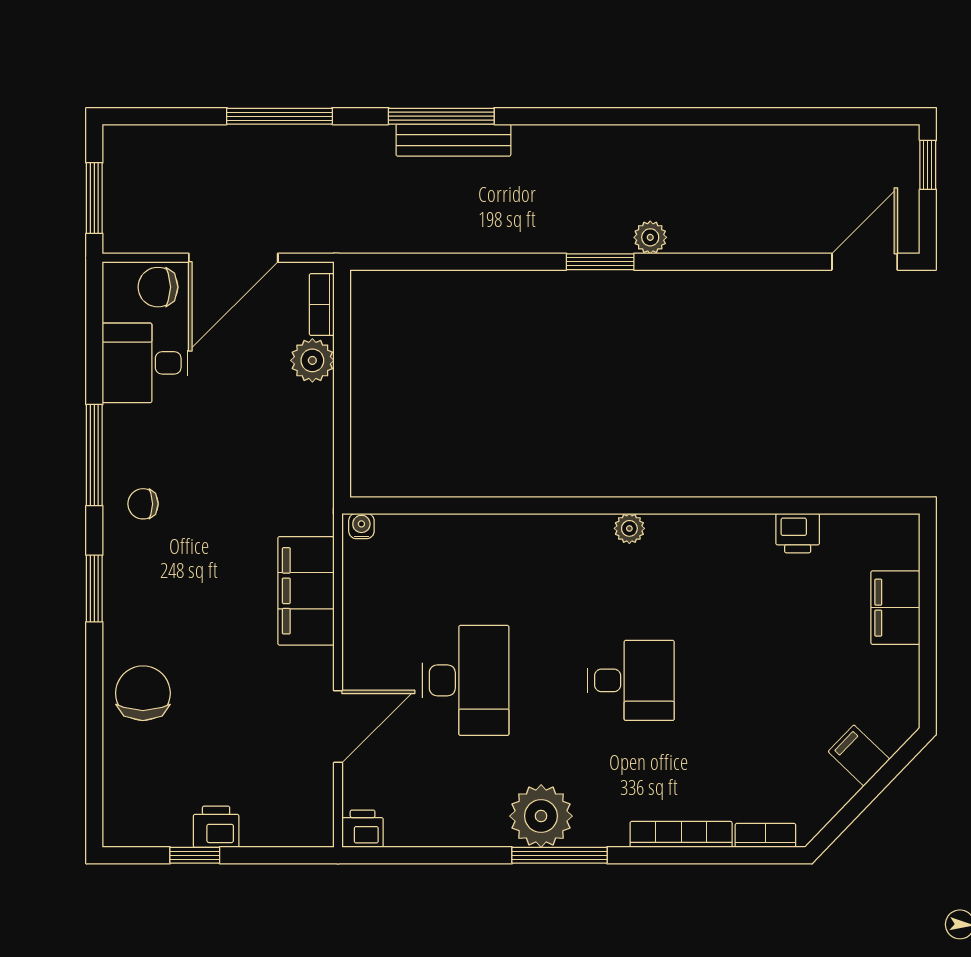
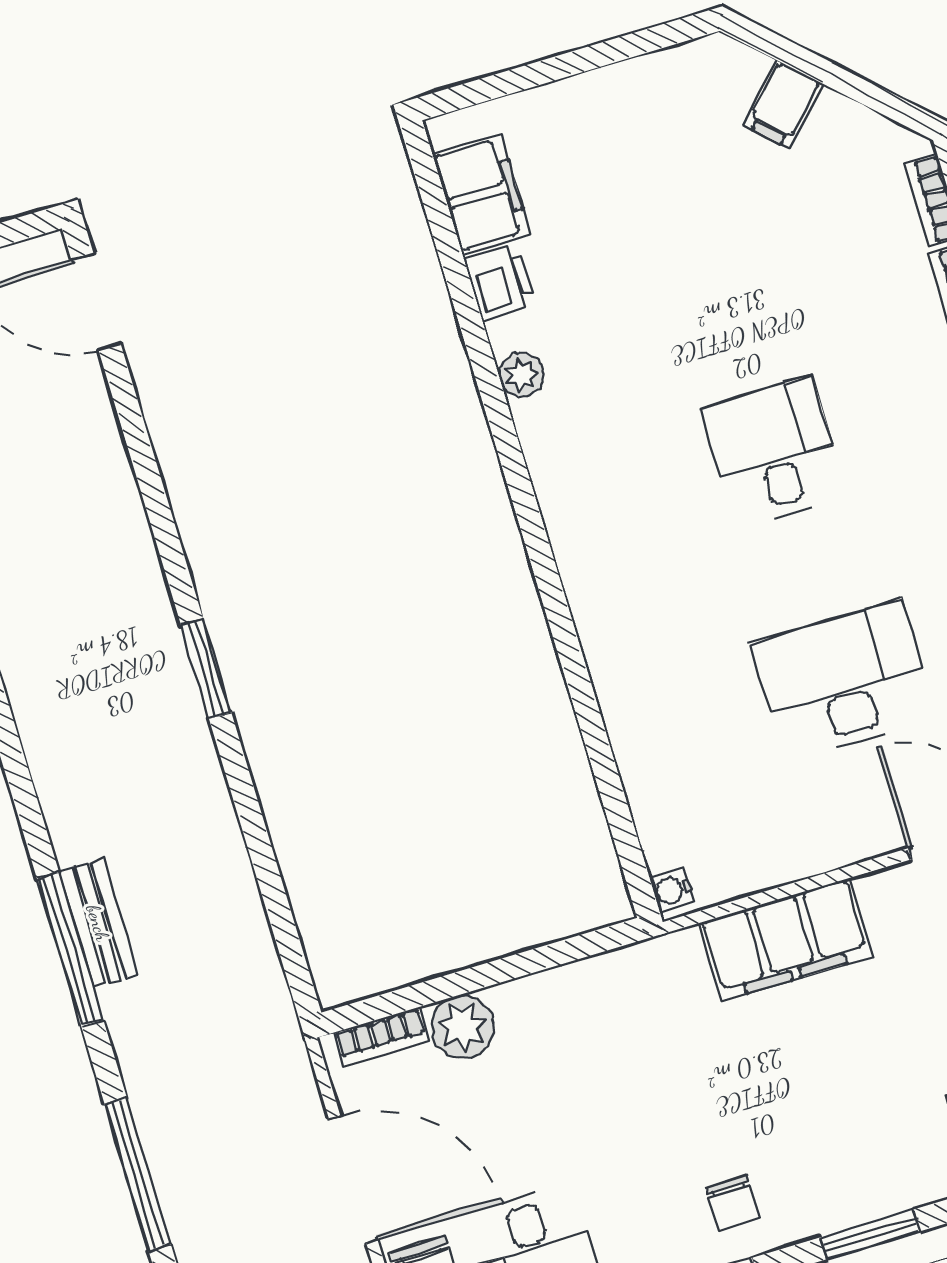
bench: (453, 140) -> (98, 923), width x0.73
plant: (650, 237) -> (151, 609), removed
plant: (629, 528) -> (521, 375), moved
filing cabinet: (895, 608) -> (481, 194), moved, turned -90

